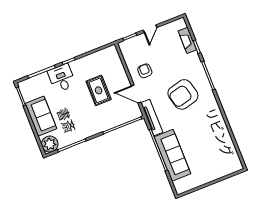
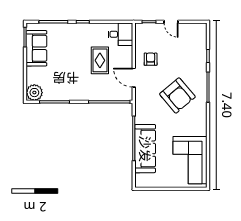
door: (150, 29) -> (171, 22), hinge flipped
fireplace: (187, 40) -> (202, 46), removed
desk: (62, 78) -> (120, 34), moved, turned 90
armchair: (183, 94) -> (177, 95), turned -116
sofa: (41, 116) -> (36, 48), moved
tv unit: (152, 118) -> (140, 105), removed
corner sofa: (218, 150) -> (190, 160), added

